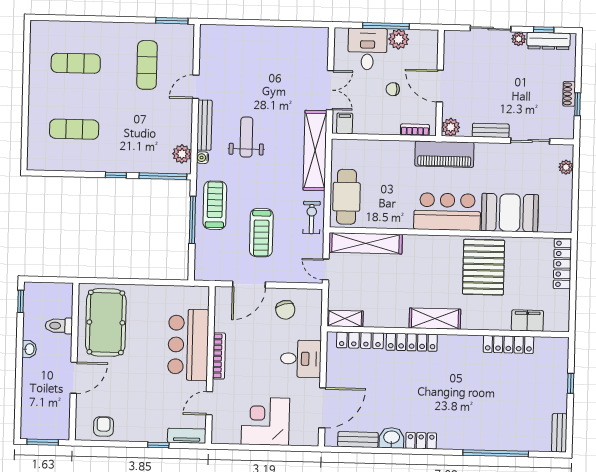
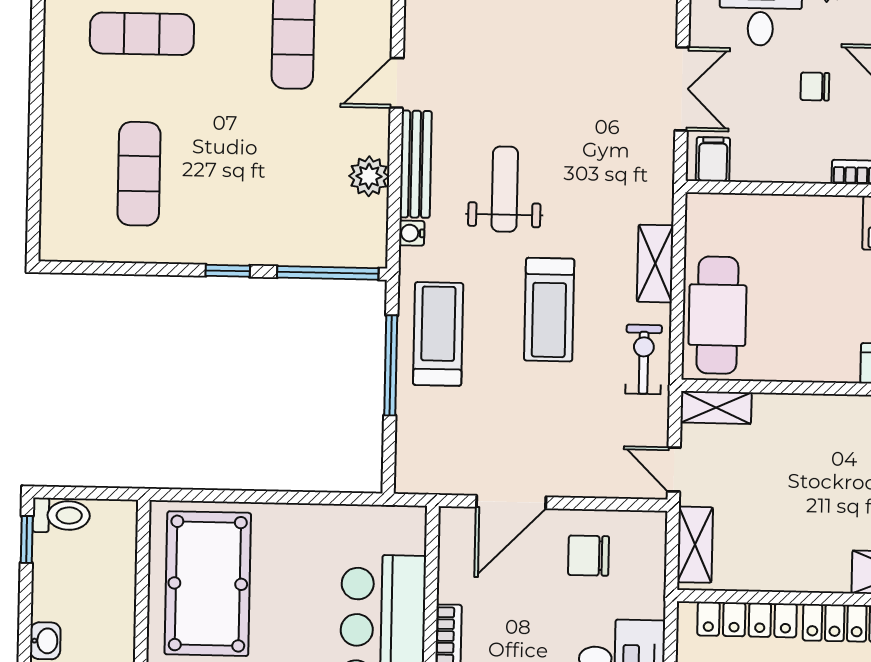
exercise mat: (74, 129) -> (139, 174), turned 90
shelving: (315, 150) -> (655, 264), width x0.45, depth x0.75
plant: (182, 154) -> (369, 176), moved
treadmill: (261, 233) -> (549, 310), moved
shelving: (366, 243) -> (716, 408), width x0.45, depth x0.75
chair: (285, 310) -> (589, 556), turned 104
shelving: (345, 319) -> (695, 545), moved, turned 90
toilet: (59, 326) -> (61, 515), moved, turned 180

